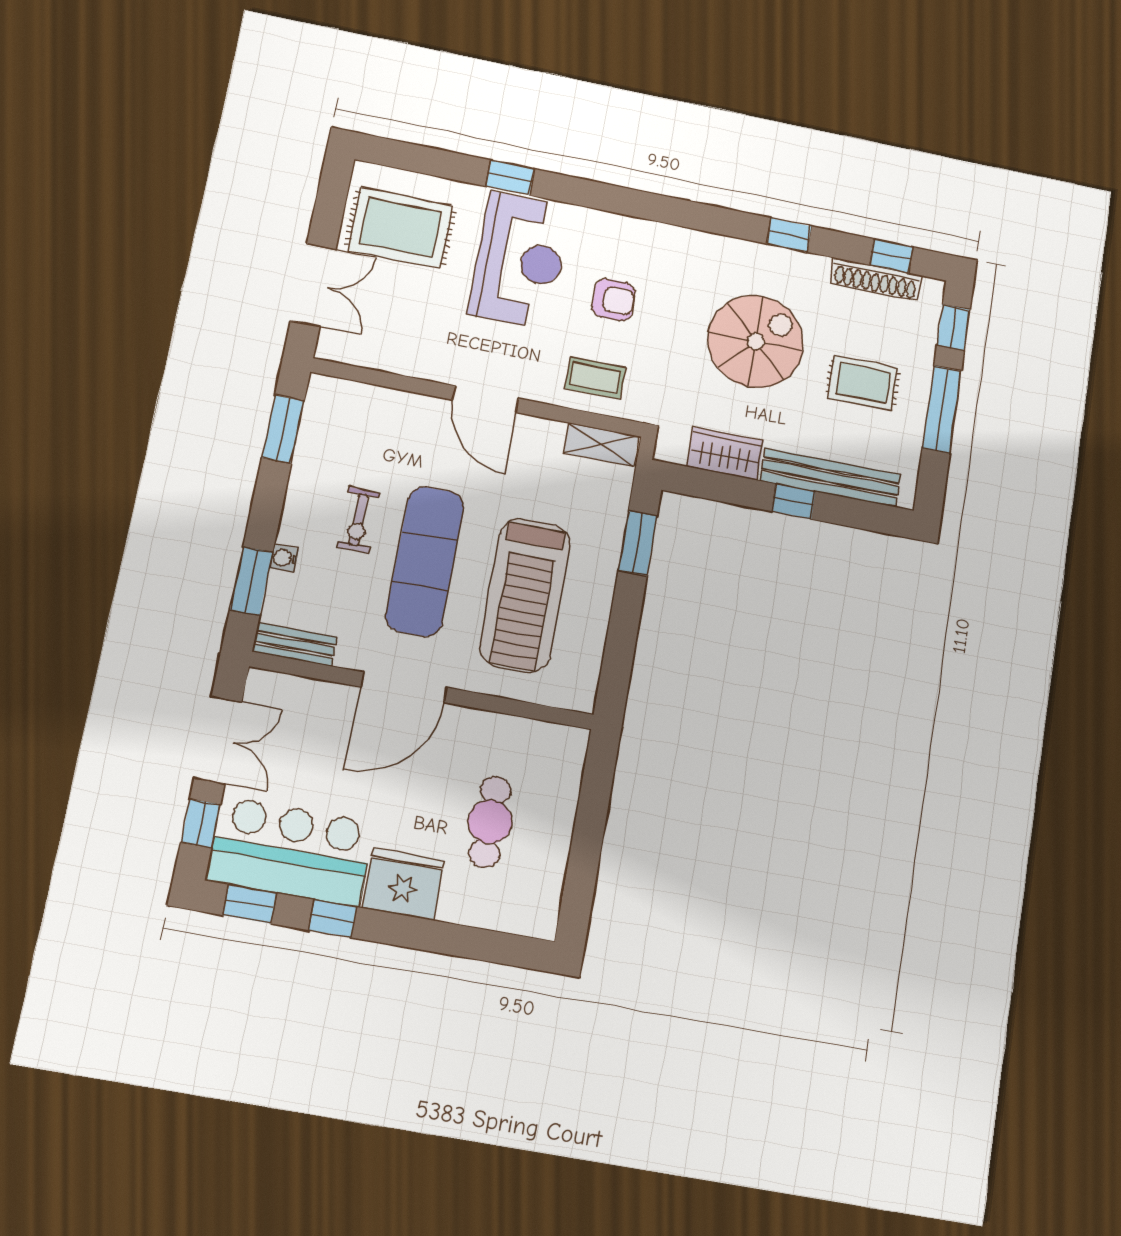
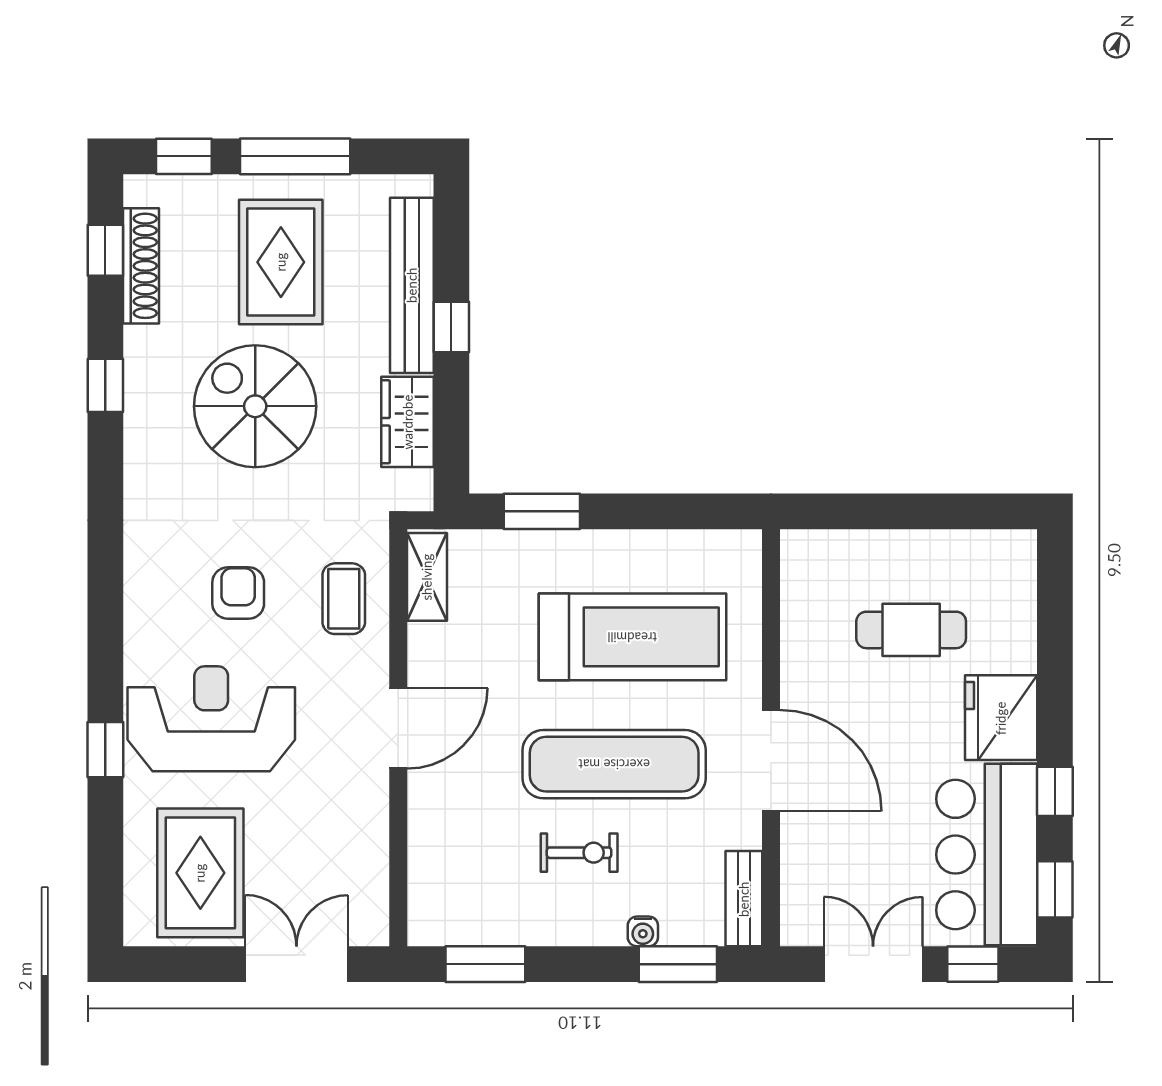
rug: (863, 383) -> (281, 262), width x1.36, depth x1.43

